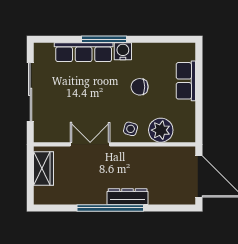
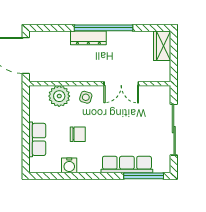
window: (104, 39) -> (144, 176), moved
water cooler: (123, 51) -> (69, 165), moved
wardrobe: (43, 168) -> (162, 46), moved

